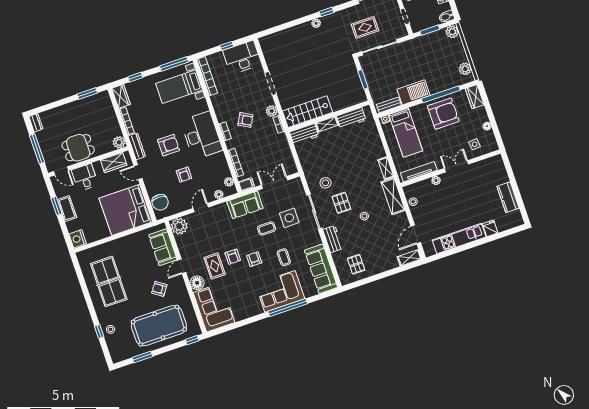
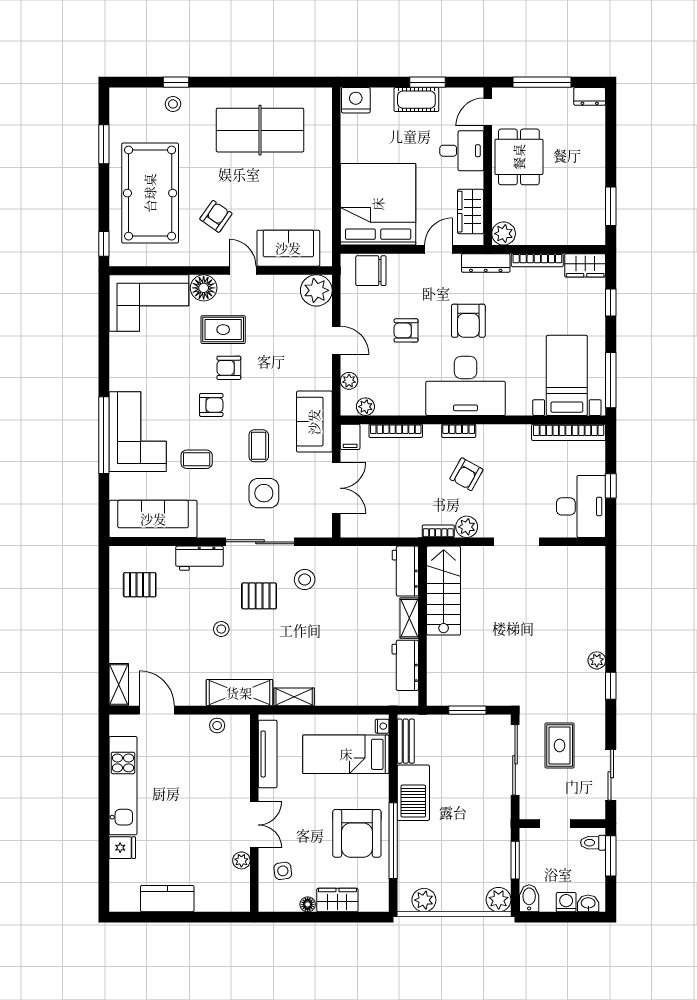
wardrobe: (475, 97) -> (337, 900), moved
plant: (436, 180) -> (241, 860), moved

